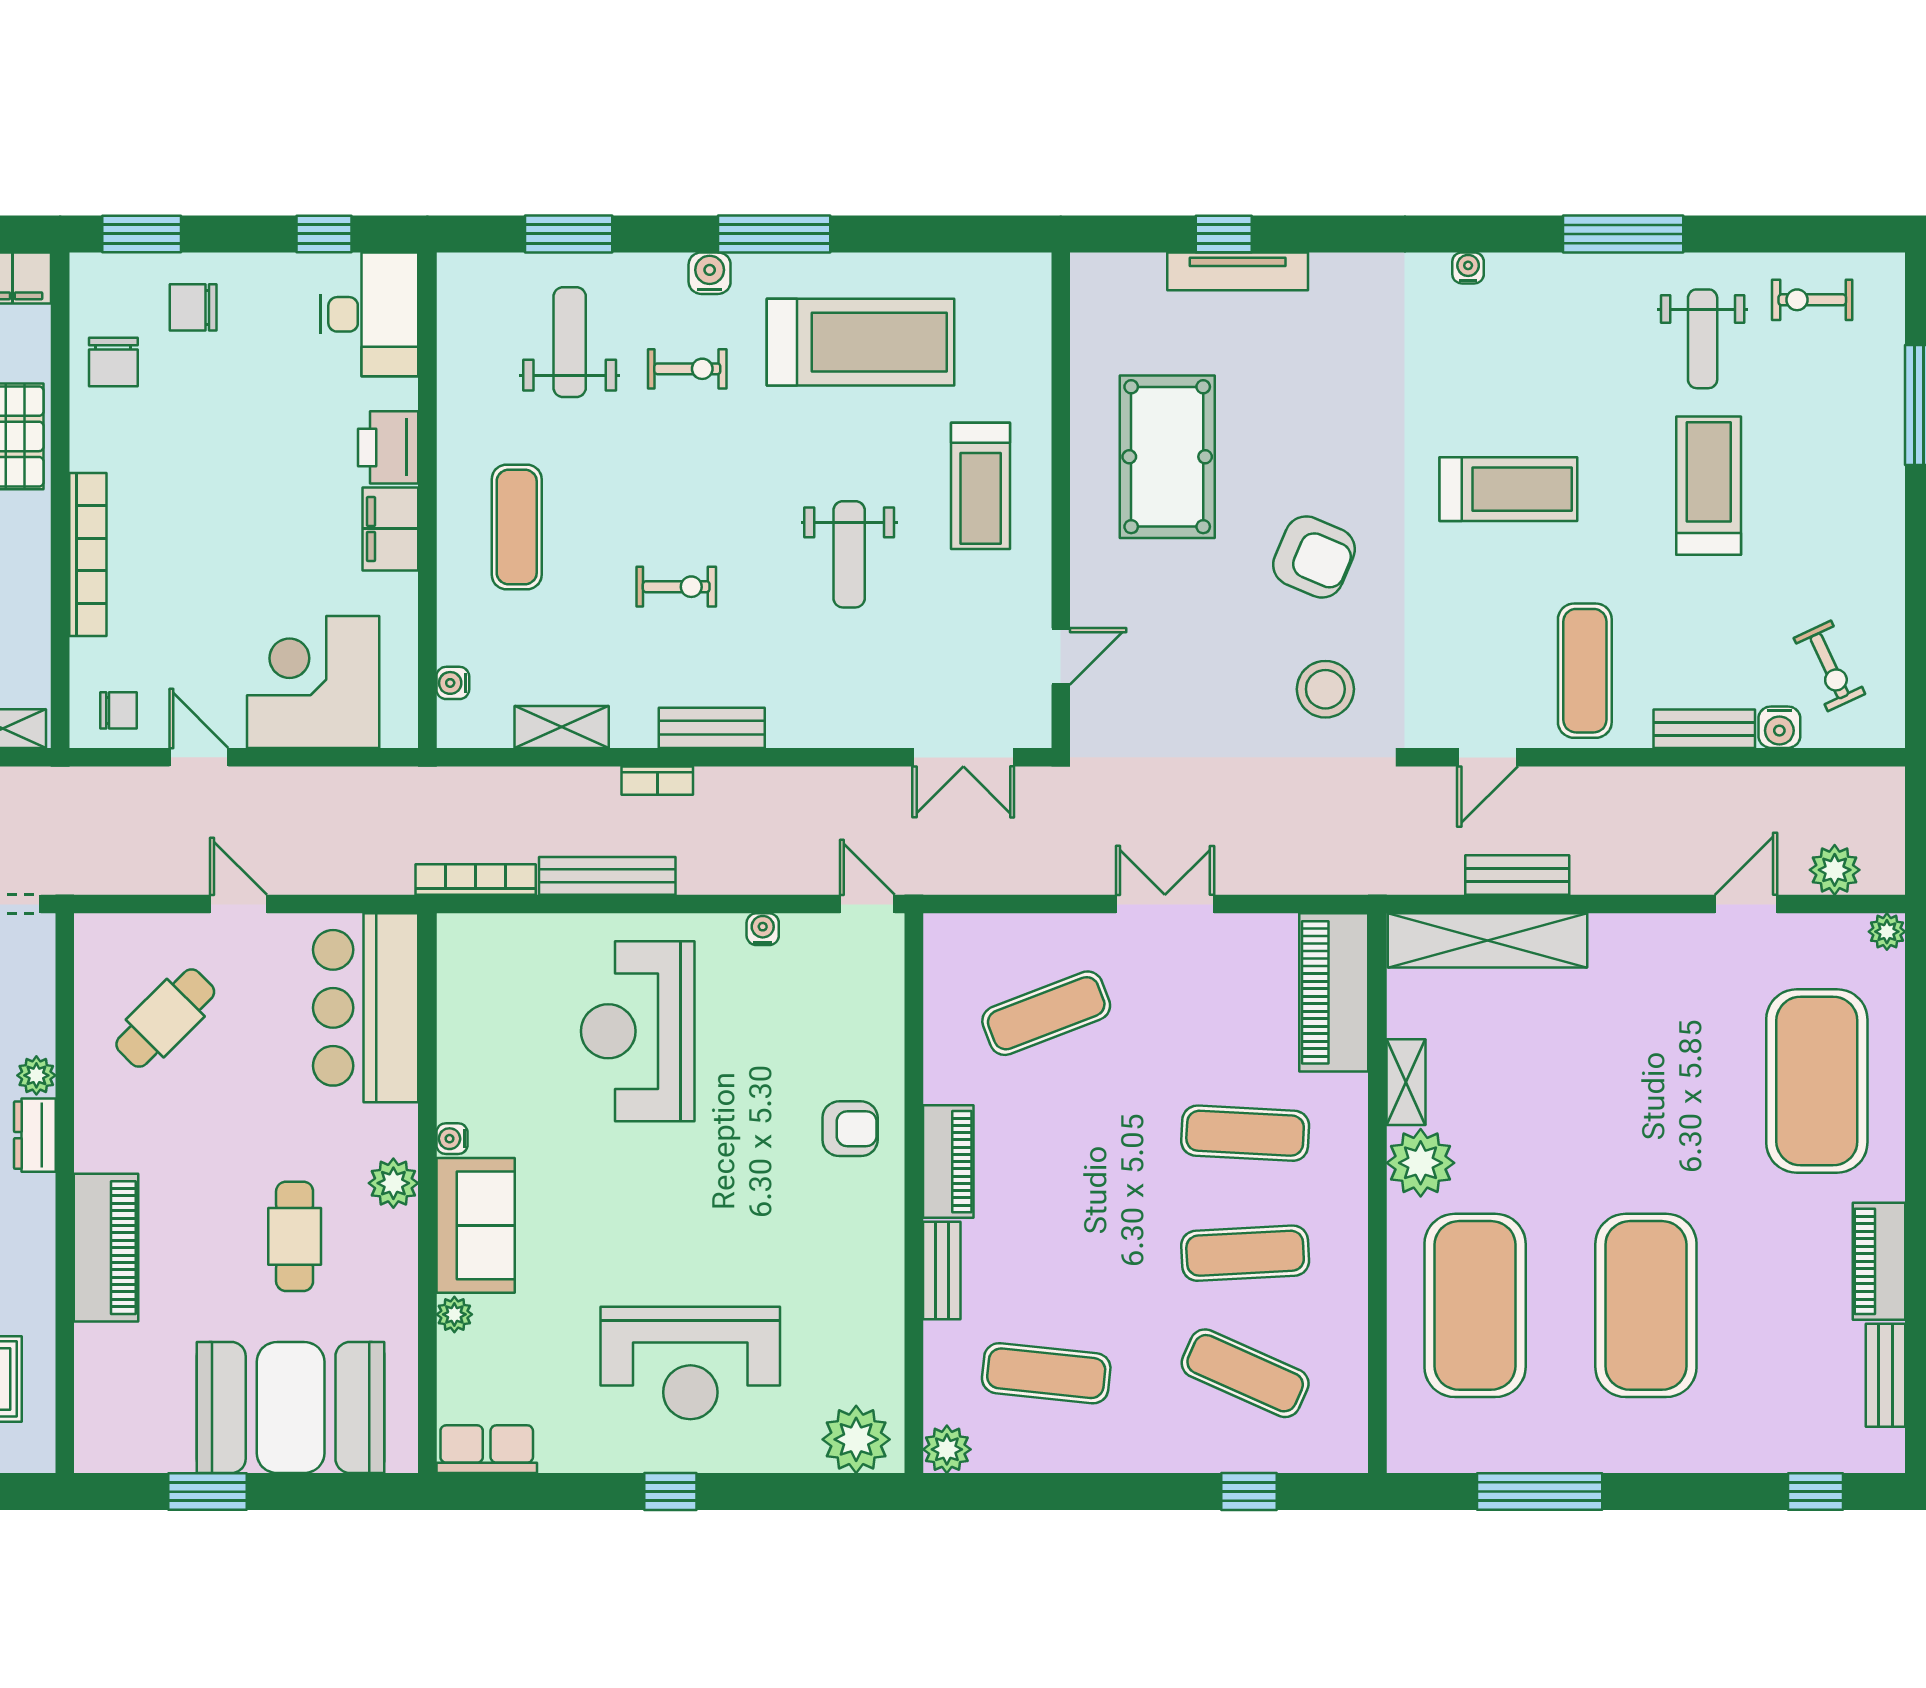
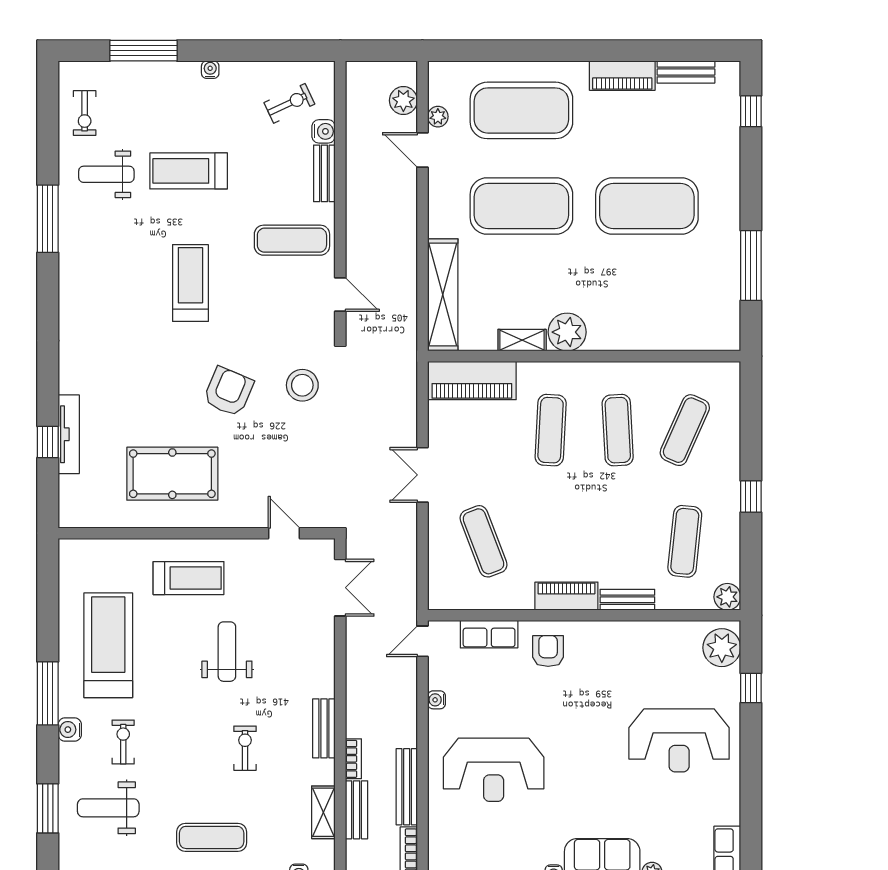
water cooler: (1468, 268) -> (210, 70), moved, turned 90
weight bench: (1703, 339) -> (106, 174), turned 180
weight bench: (849, 554) -> (227, 652), turned -90
bench: (1517, 875) -> (357, 810), moved
plant: (1887, 932) -> (438, 117), moved
row of seats: (880, 1023) -> (489, 634), added
exercise mat: (1475, 1305) -> (521, 206), moved
reception desk: (690, 1363) -> (679, 740), turned 90
window: (670, 1492) -> (751, 688), moved
window: (1249, 1492) -> (751, 496), moved

